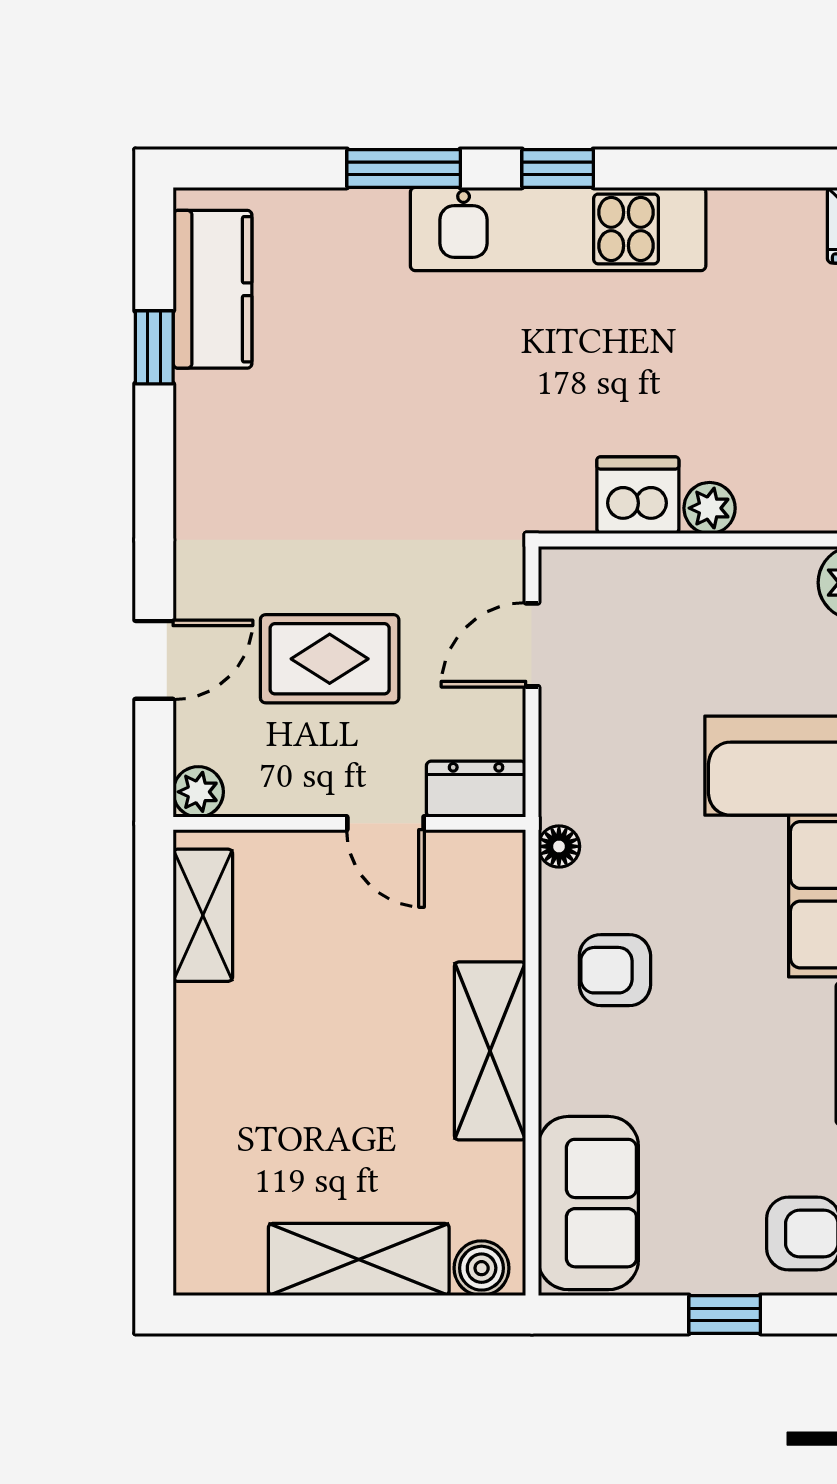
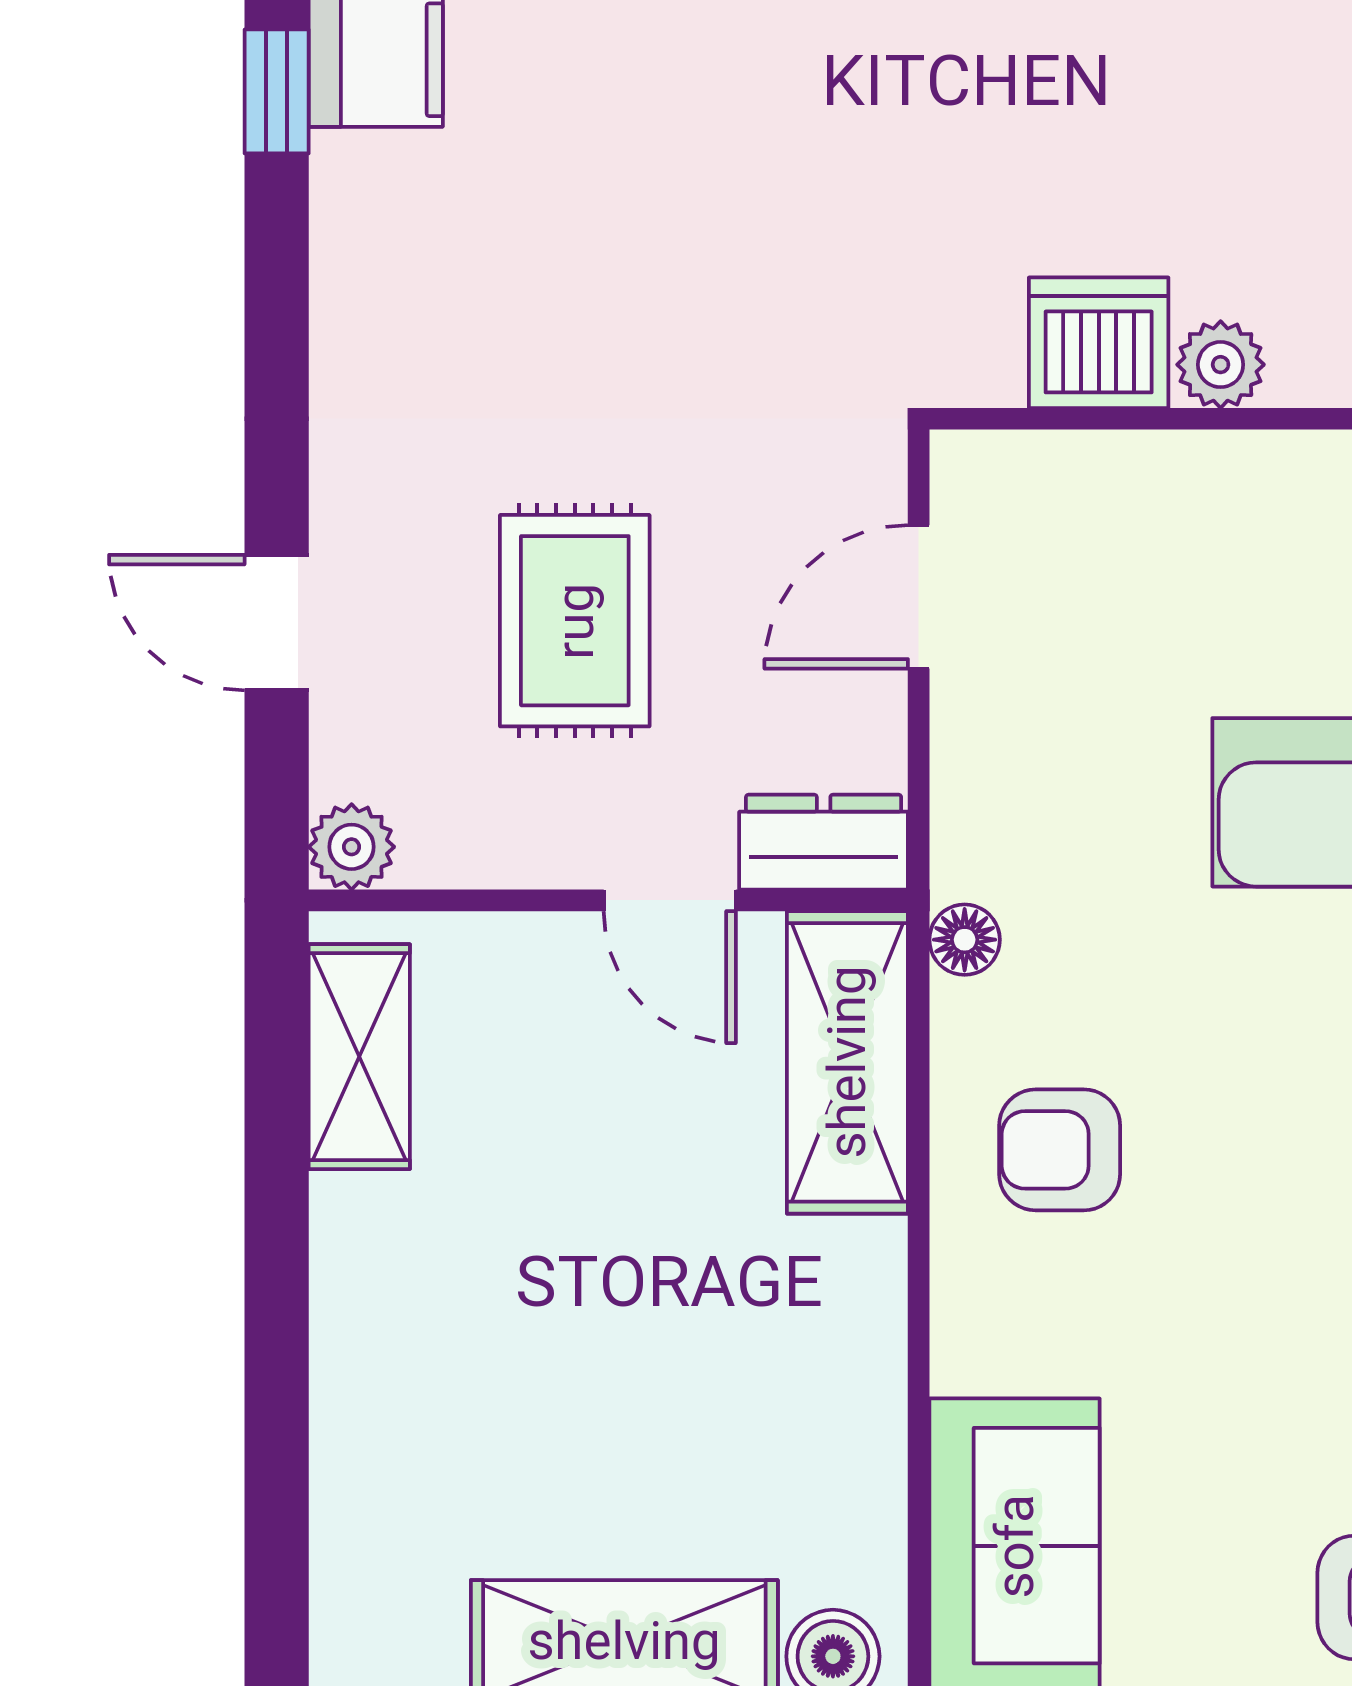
rug: (330, 659) -> (575, 621), turned 90
door: (154, 660) -> (277, 623), swing flipped
shelving: (490, 1051) -> (847, 1062), moved

